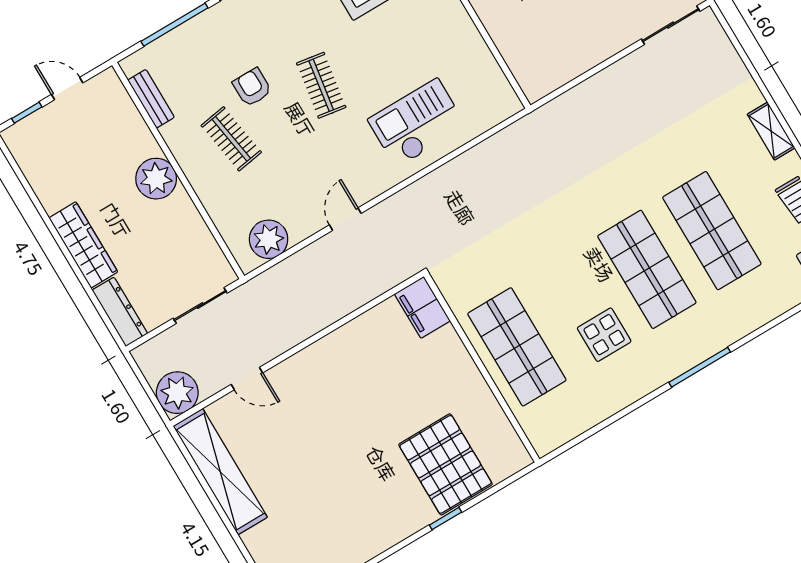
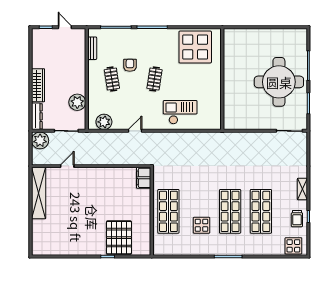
plant: (156, 179) -> (77, 102), moved
door: (247, 379) -> (67, 166), swing flipped
plant: (177, 393) -> (40, 140), moved

